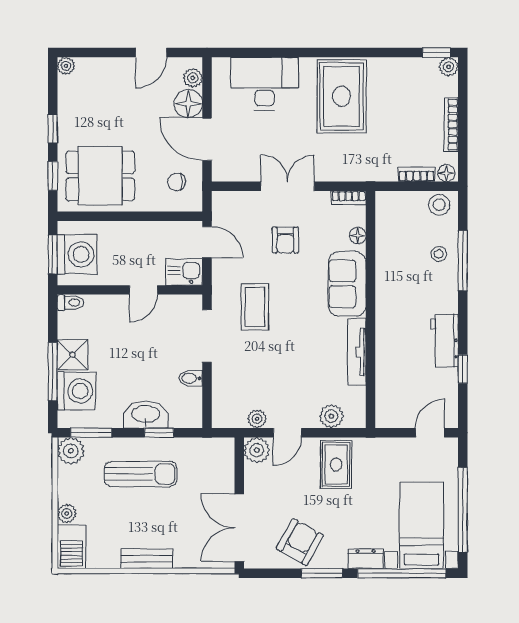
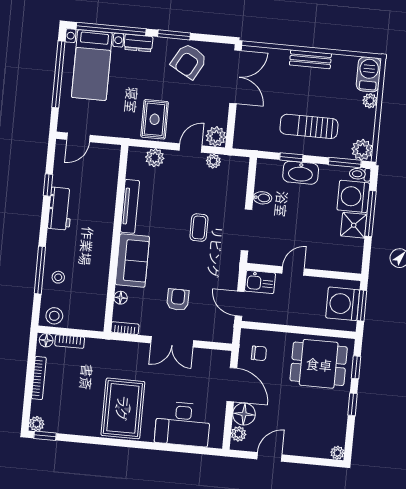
toilet: (71, 303) -> (360, 174), moved
coffee table: (255, 307) -> (199, 228), moved, width x0.73, depth x0.77

